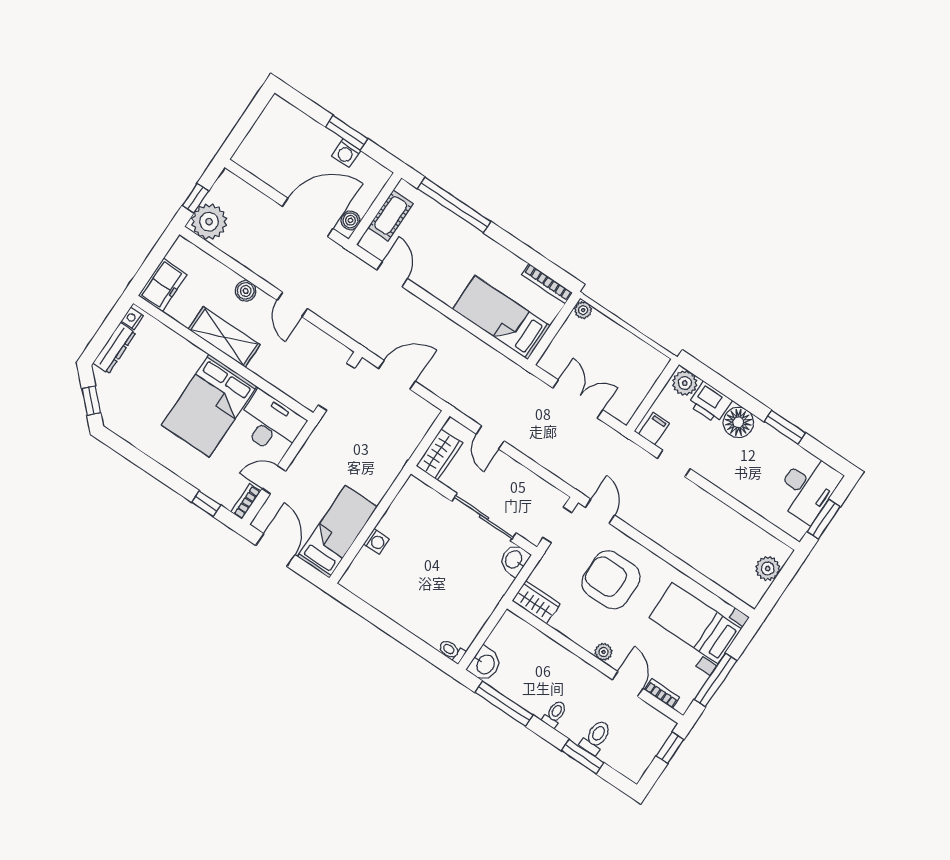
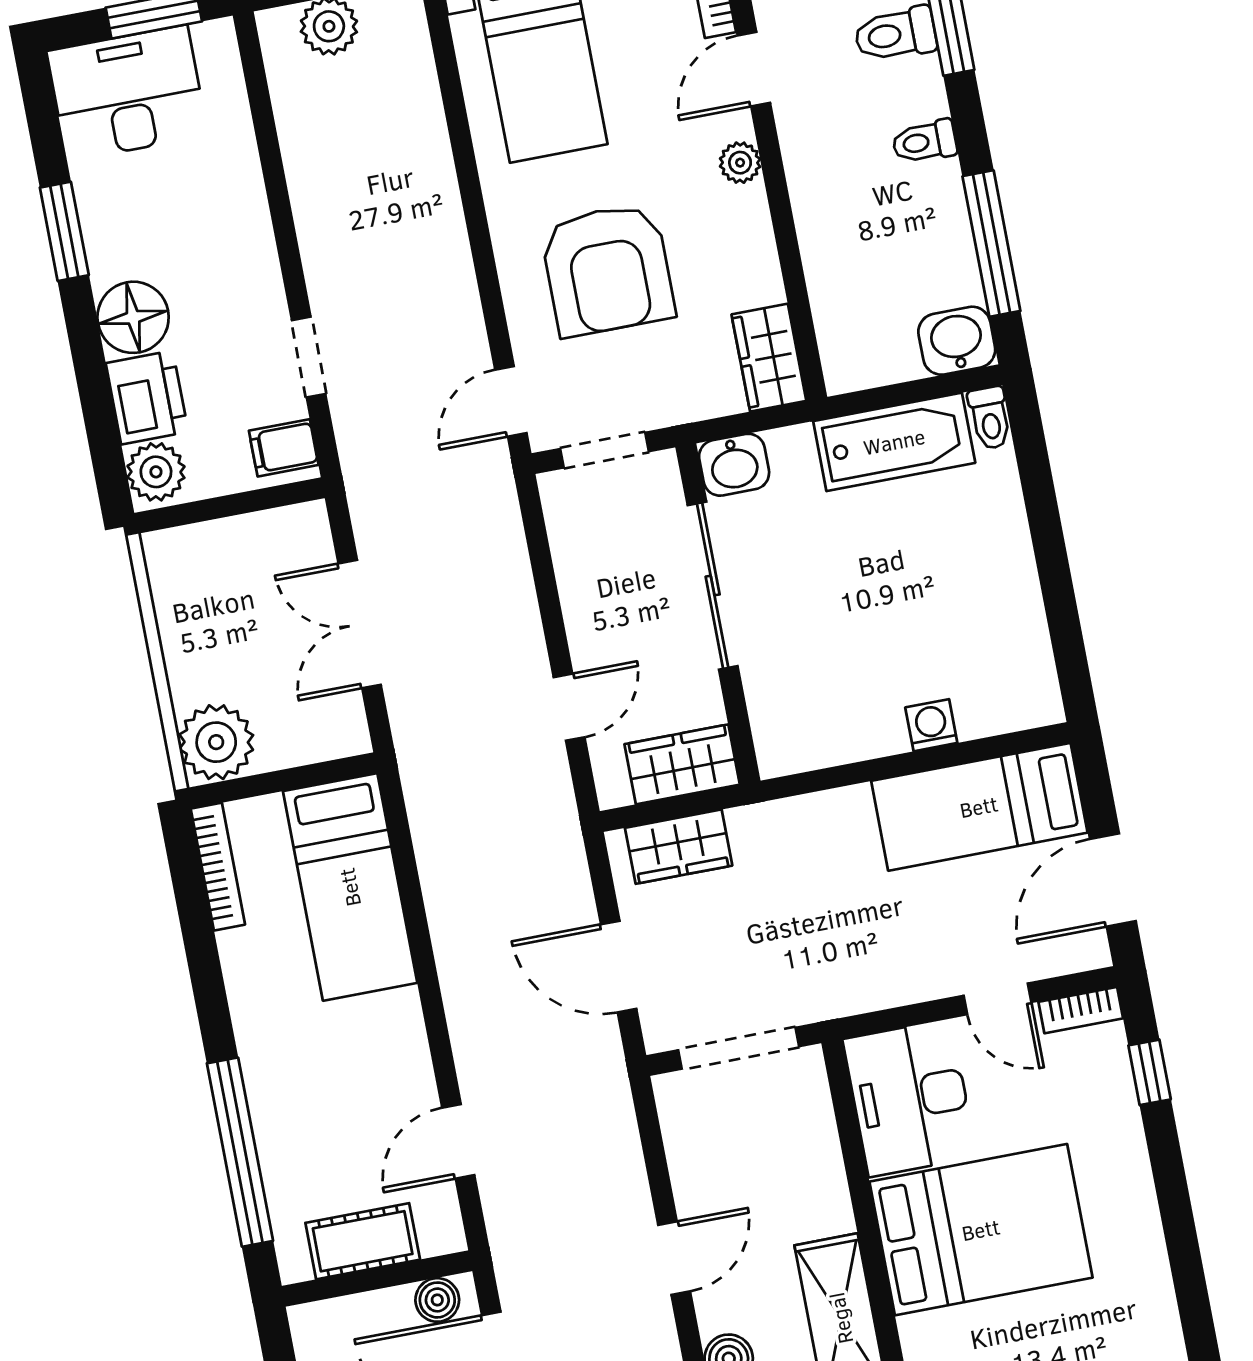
plant: (583, 310) -> (216, 742), width x1.88, depth x1.88
wardrobe: (415, 429) -> (679, 847), added
bathtub: (473, 615) -> (894, 442), added

